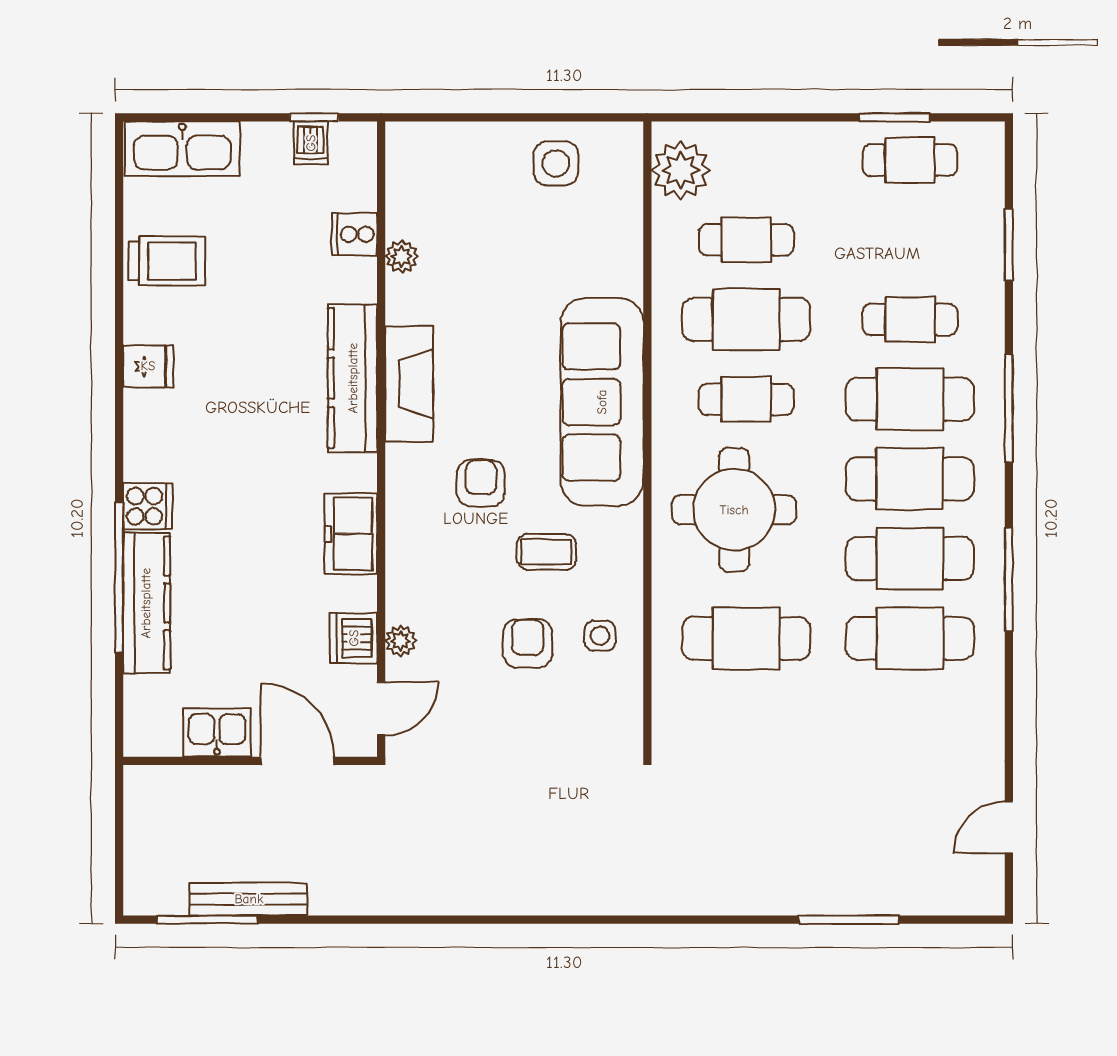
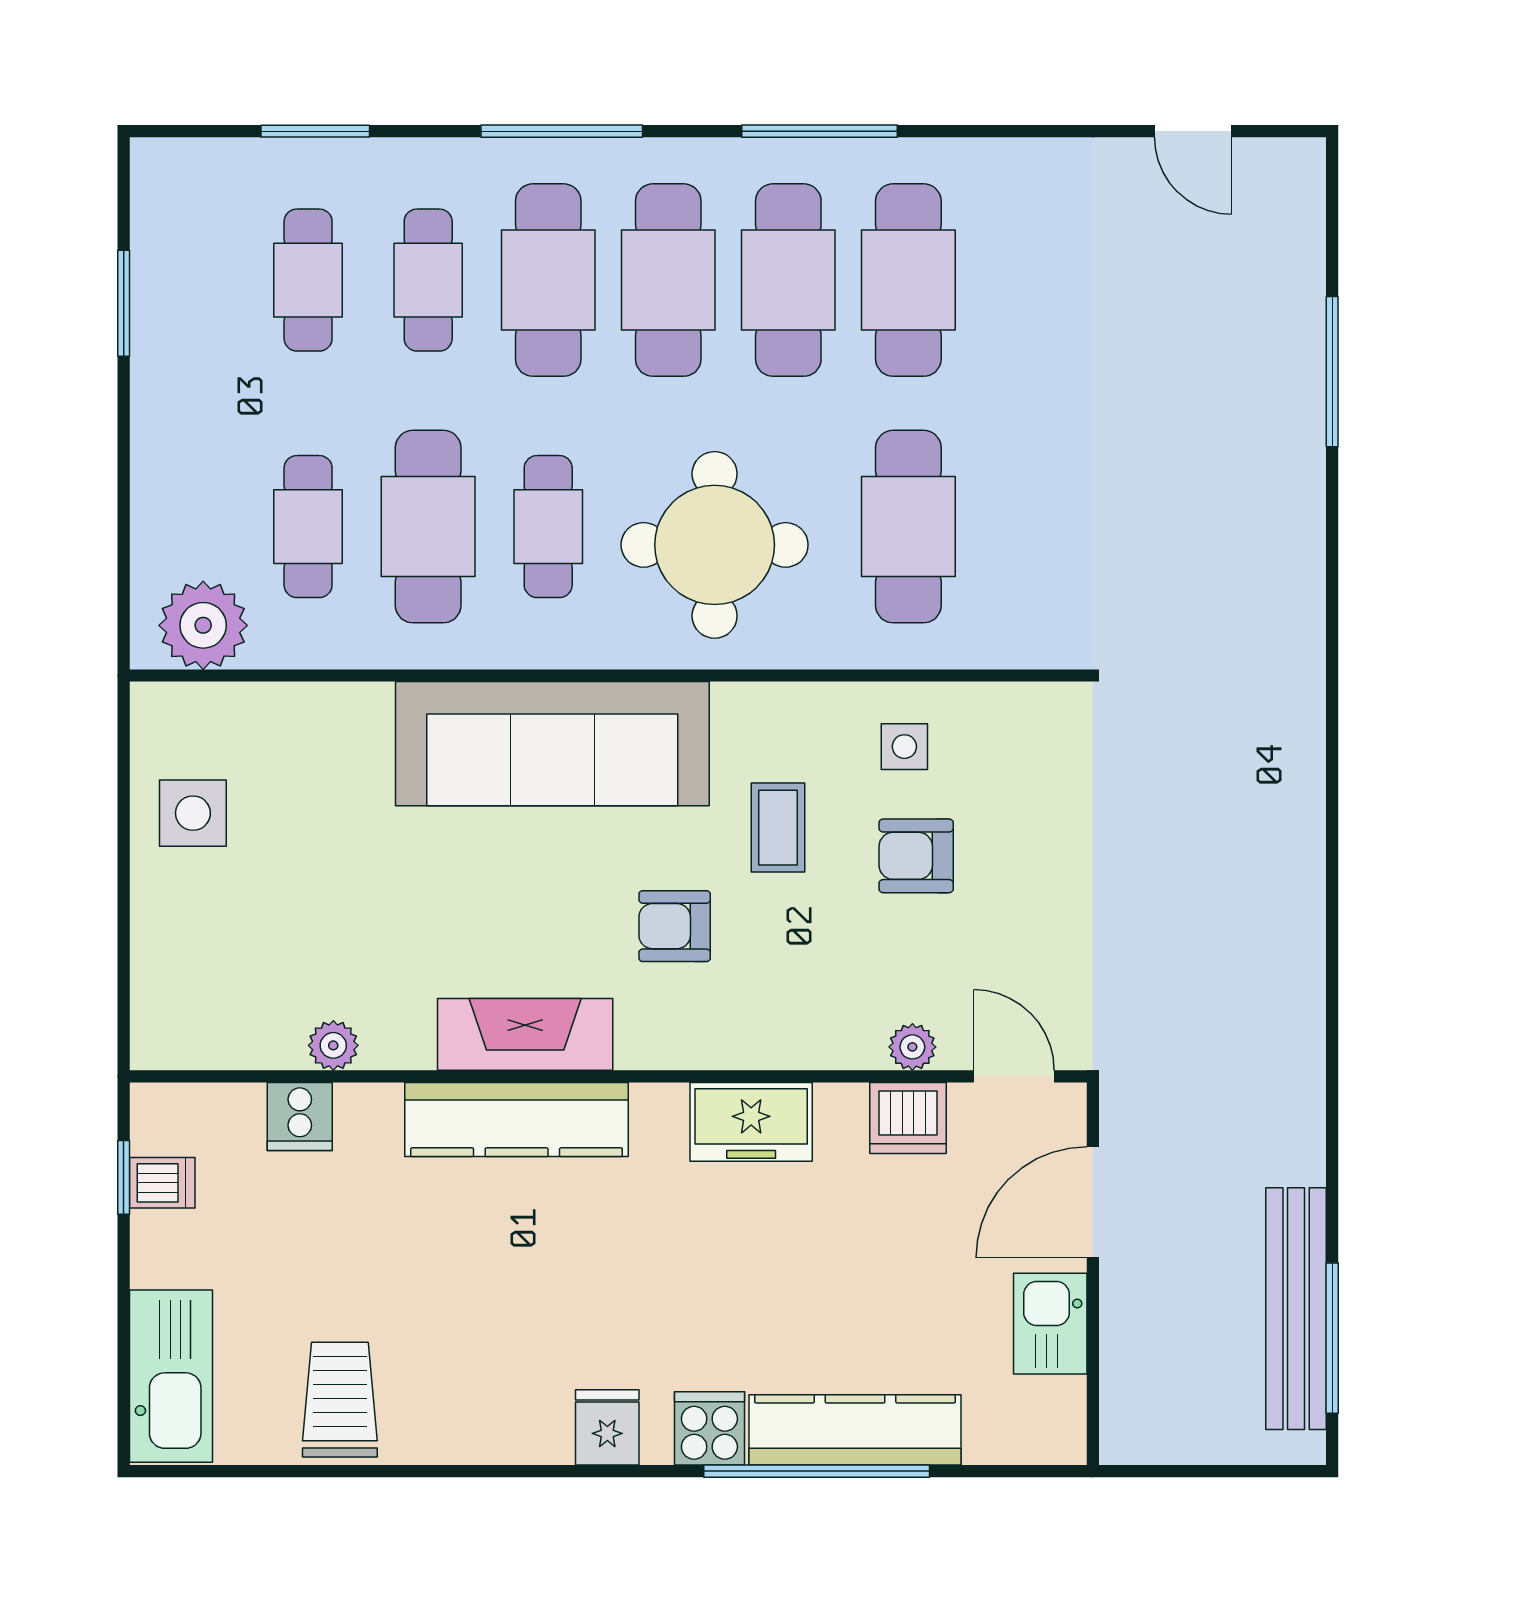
cafe table: (910, 160) -> (308, 280), moved
fridge: (148, 366) -> (607, 1427), moved
bench: (249, 899) -> (1296, 1309), width x1.37, depth x1.21

